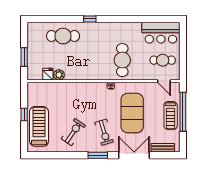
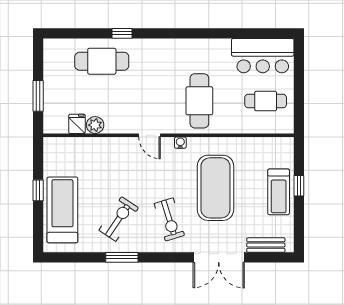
window: (90, 19) -> (122, 33), moved
door: (164, 81) -> (150, 135), moved
window: (183, 112) -> (299, 186), width x0.32
window: (98, 155) -> (122, 257), moved
double door: (134, 155) -> (219, 257), swing flipped

